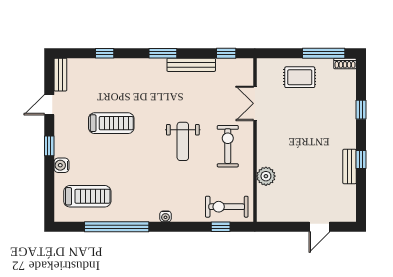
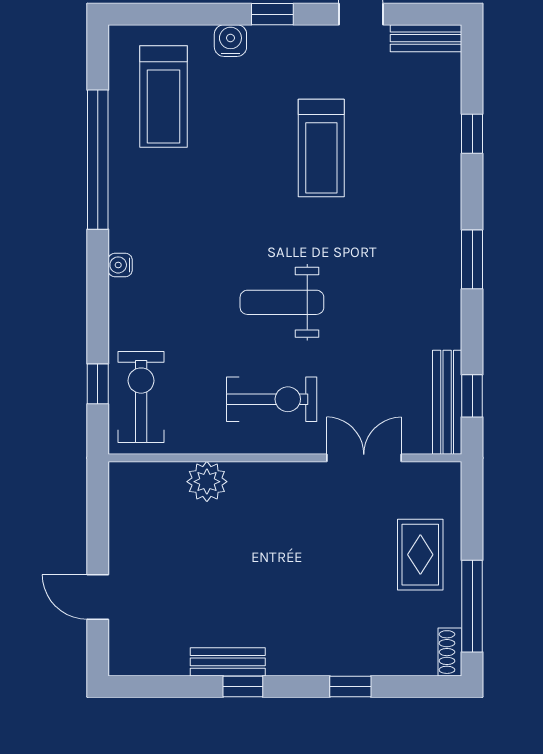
bench: (191, 65) -> (447, 402), moved

